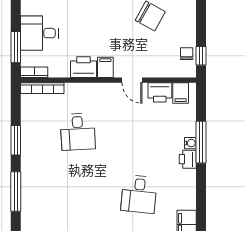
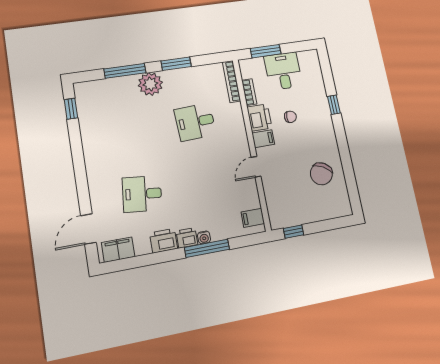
chair: (187, 54) -> (290, 117), moved
bookcase: (34, 72) -> (249, 92), moved
printer: (160, 92) -> (164, 241), moved, turned 90
plant: (33, 169) -> (150, 84), added

